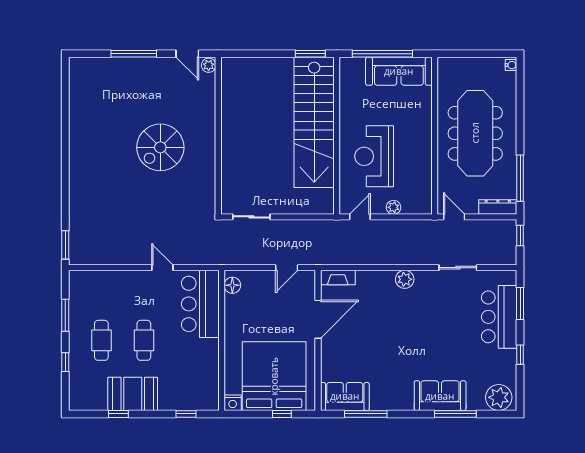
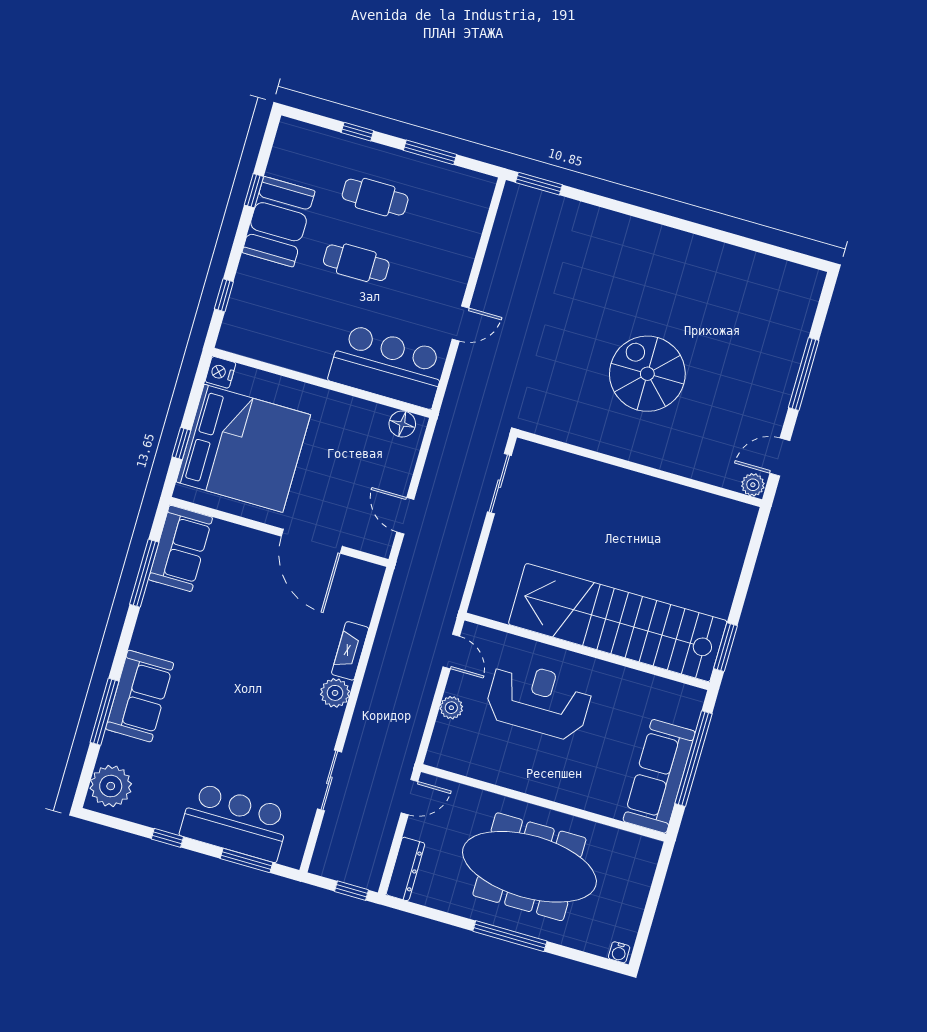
window: (520, 178) -> (510, 936), moved
fireplace: (338, 278) -> (350, 651), moved

